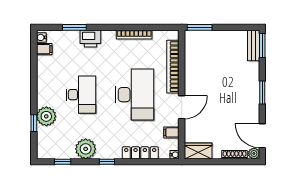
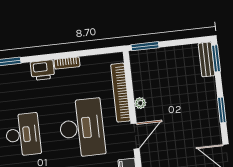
bookcase: (134, 35) -> (67, 63), width x0.64
printer: (90, 39) -> (43, 70), moved
plant: (190, 78) -> (140, 103), added

